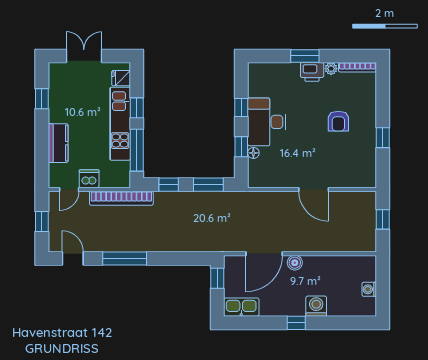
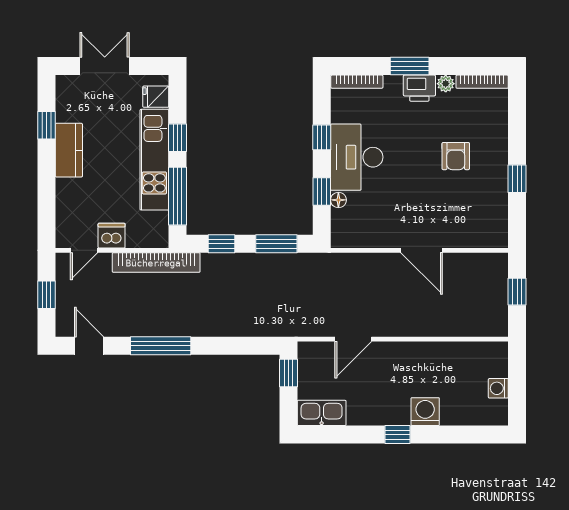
bookcase: (267, 67) -> (357, 82), added
kitchen counter: (58, 143) -> (69, 150), moved
door: (264, 254) -> (353, 339), width x0.73
boiler: (295, 263) -> (396, 352), removed

